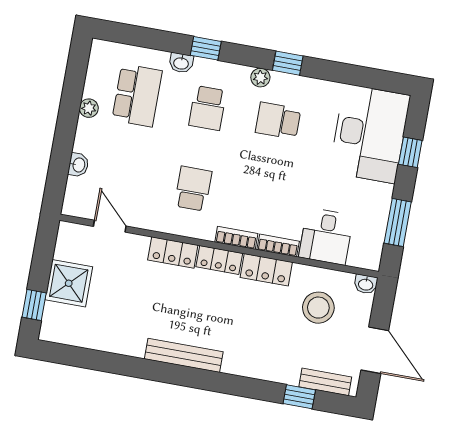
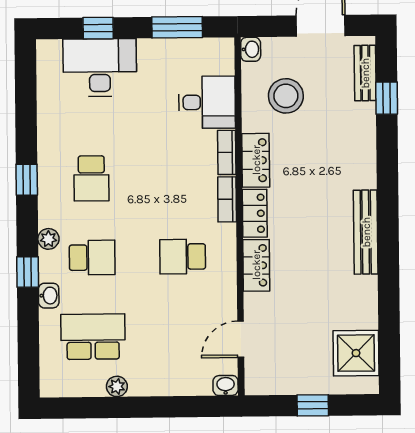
plant: (260, 78) -> (48, 239), moved
desk: (370, 134) -> (100, 67), width x0.73, depth x0.77
washbasin: (78, 165) -> (226, 386), moved
shower: (69, 283) -> (356, 353), moved
window: (34, 305) -> (313, 405), moved

